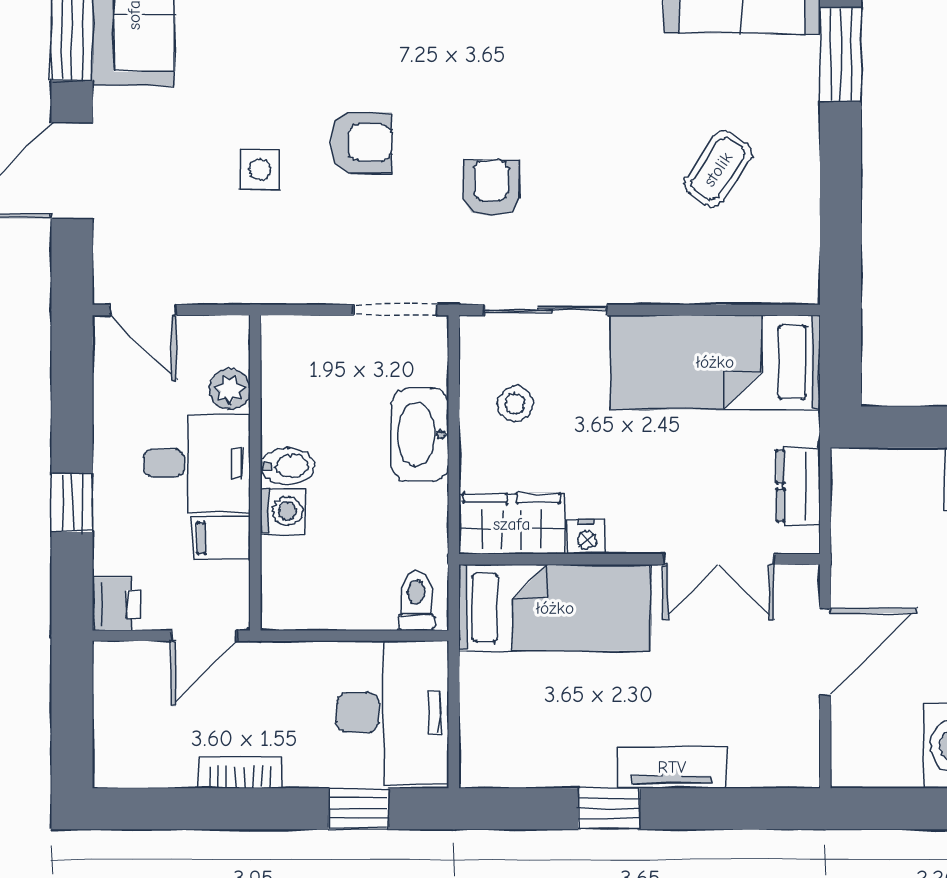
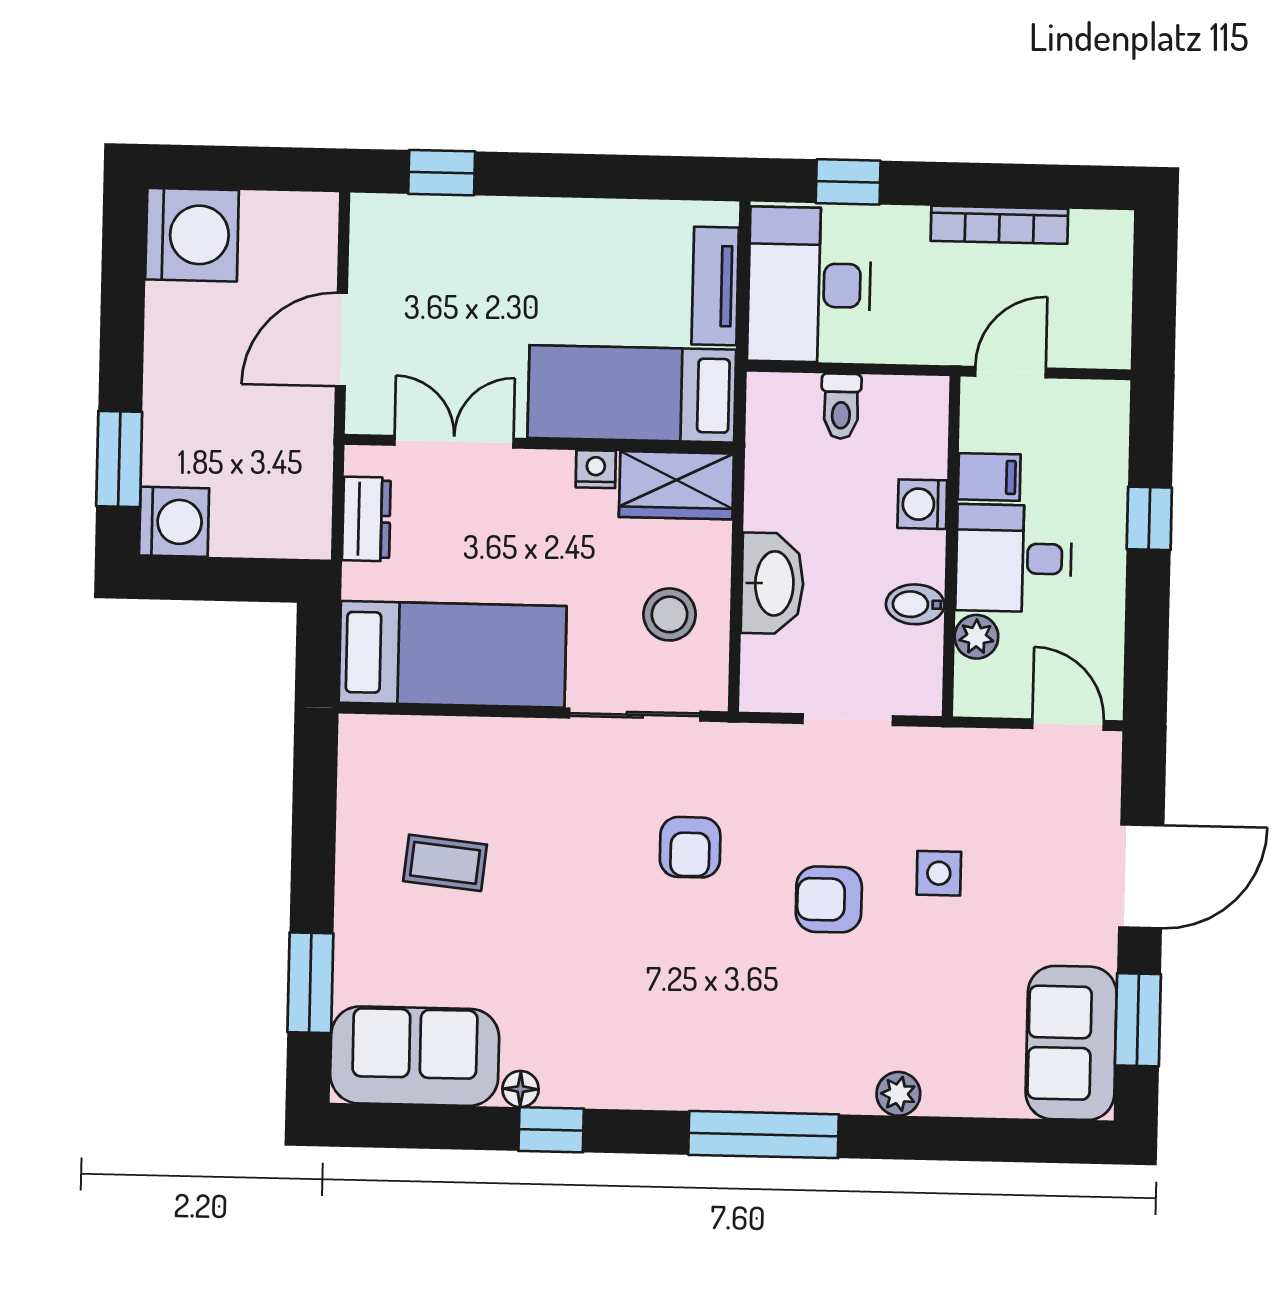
coffee table: (718, 169) -> (445, 863), turned 62
doorway: (395, 310) -> (848, 720), moved
stool: (515, 404) -> (670, 614), width x1.37, depth x1.37
bidet: (288, 466) -> (915, 604), moved
toilet: (416, 600) -> (841, 406), moved
printer: (117, 604) -> (1104, 408), removed
tv unit: (672, 767) -> (715, 286), moved, turned 90
bookcase: (240, 772) -> (999, 225), width x1.56
window: (609, 809) -> (442, 173), moved

